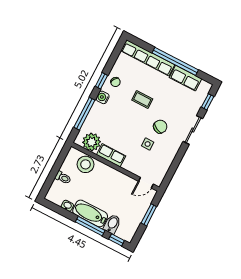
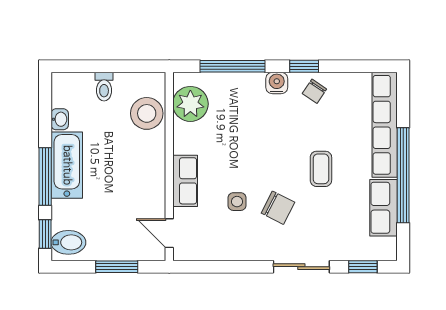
coffee table: (142, 99) -> (321, 169), moved
row of seats: (111, 155) -> (185, 181), moved
bidet: (112, 224) -> (68, 242), moved

